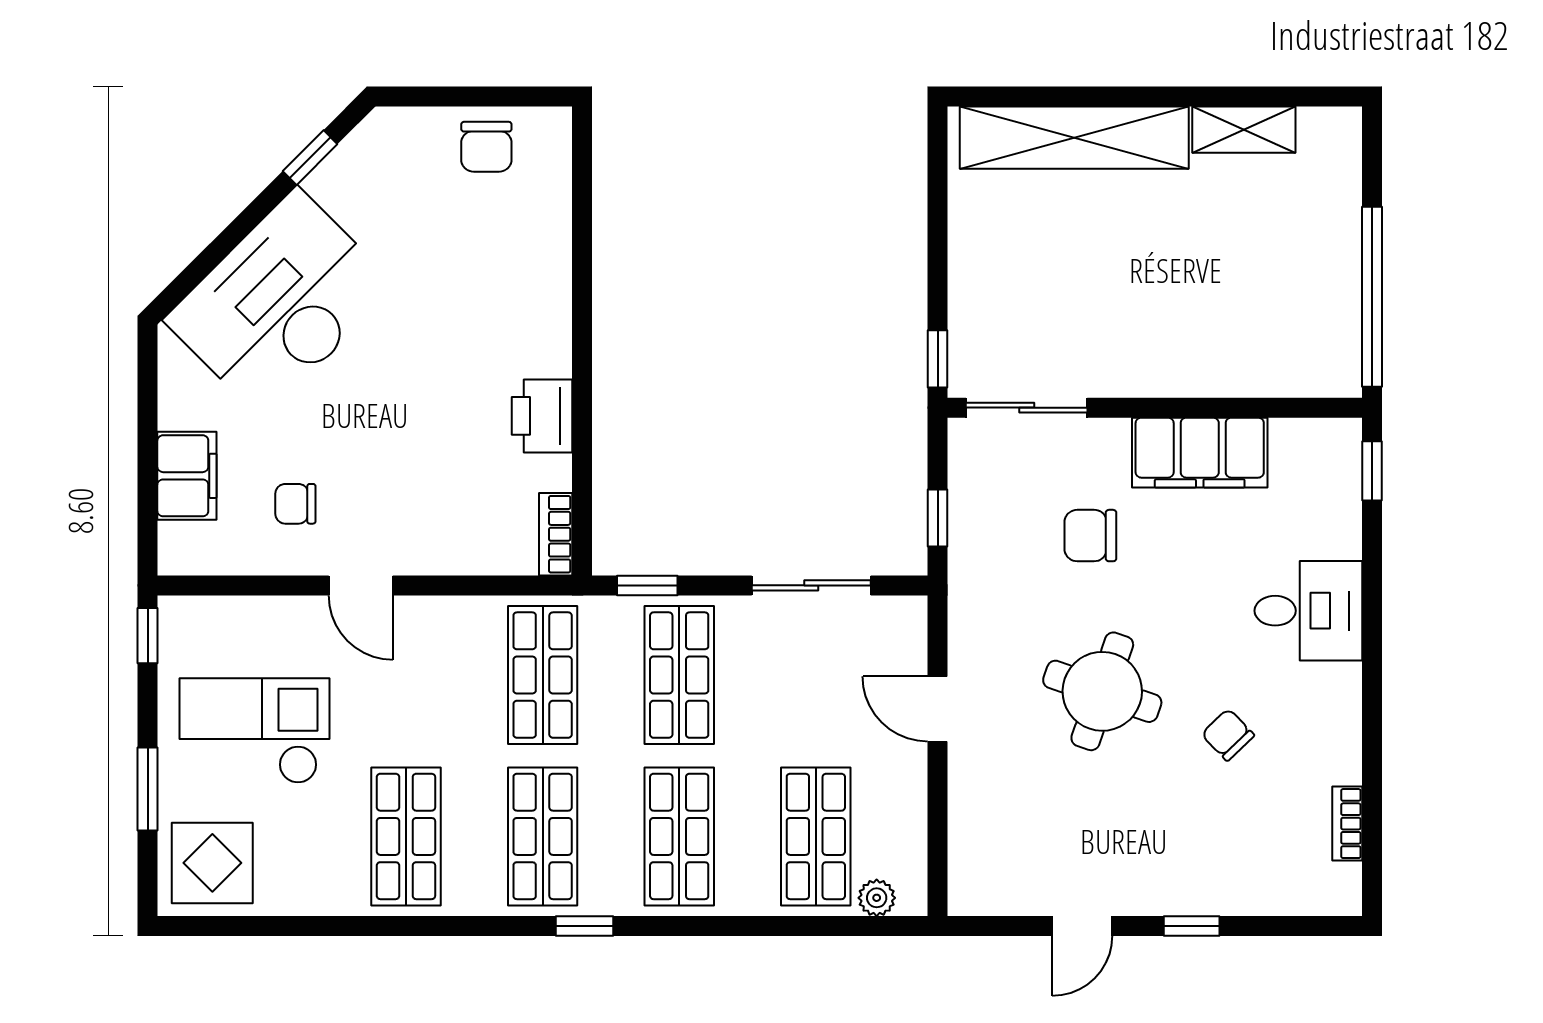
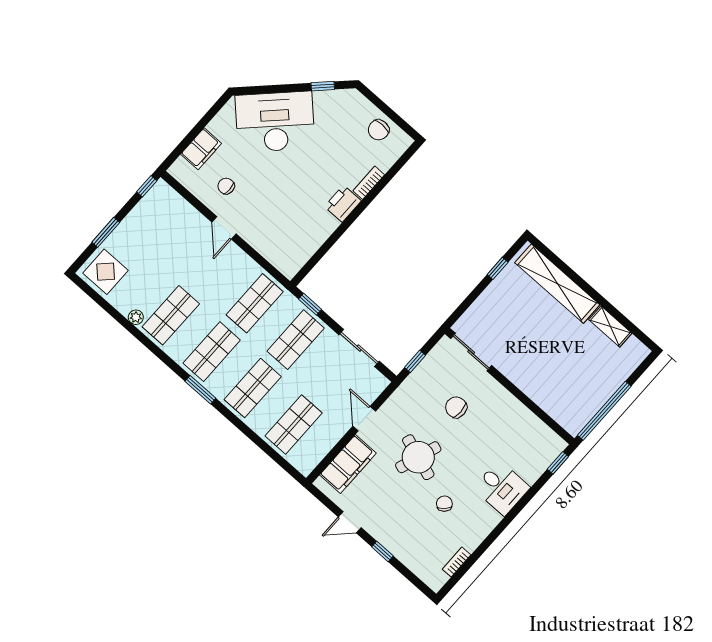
window: (938, 359) -> (498, 268), moved
printer: (542, 416) -> (343, 204), moved
filing cabinet: (1200, 453) -> (348, 464), moved, turned -90
bookcase: (556, 534) -> (369, 183), moved
checkout: (255, 731) -> (153, 243), removed
plant: (877, 898) -> (136, 317), moved
window: (585, 926) -> (200, 390), width x1.50

